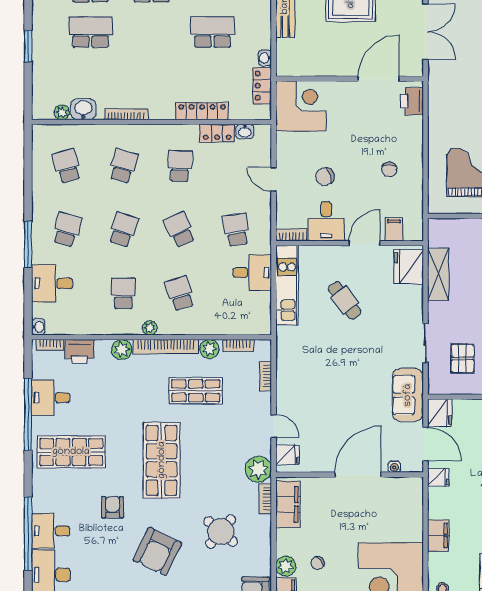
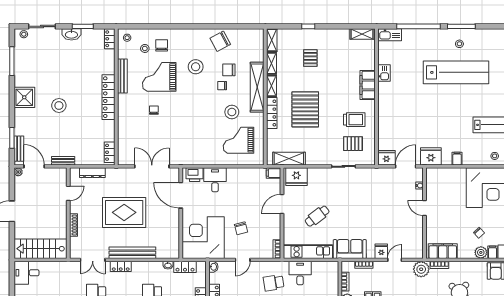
corner desk: (301, 106) -> (203, 238), width x1.36, depth x1.36
washbasin: (245, 132) -> (213, 267), moved
chair: (389, 170) -> (237, 189), removed
desk: (326, 221) -> (215, 180), moved, turned -90
filing cabinet: (394, 229) -> (274, 173), moved
door: (364, 243) -> (282, 204), hinge flipped
shelving: (438, 274) -> (289, 159), moved
sofa: (408, 395) -> (350, 249), moved, turned 180
fridge: (288, 455) -> (381, 251), moved
door: (358, 475) -> (424, 208), width x0.53
fridge: (438, 477) -> (431, 156), width x1.88, depth x1.34
filing cabinet: (438, 535) -> (457, 159), width x0.50

